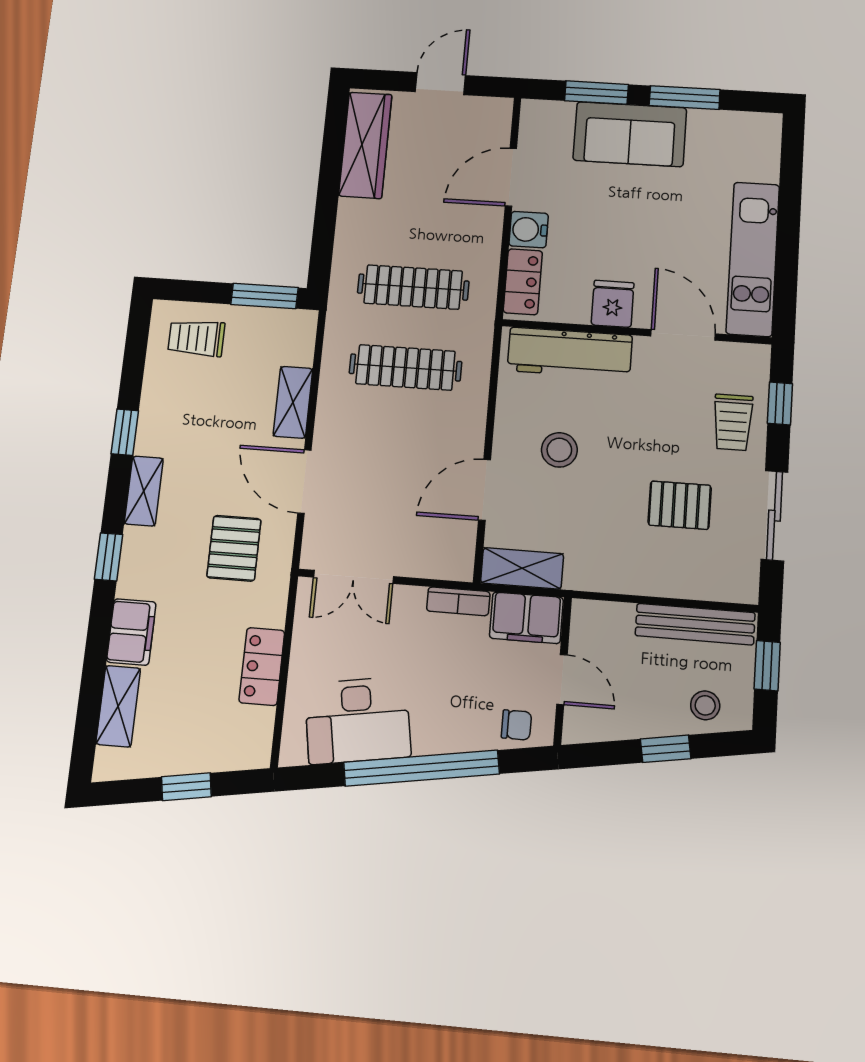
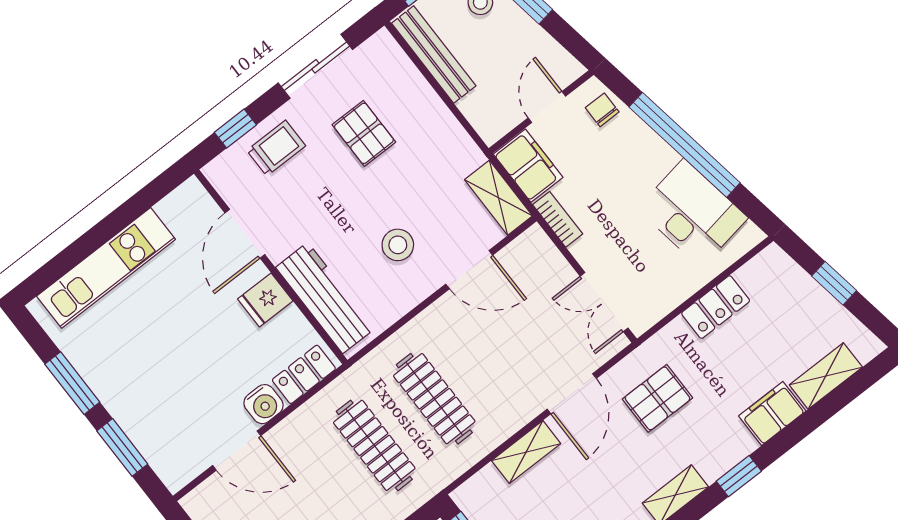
sofa: (630, 134) -> (133, 397), removed
kitchen unit: (753, 259) -> (106, 268), moved
double door: (353, 577) -> (604, 302), swing flipped

